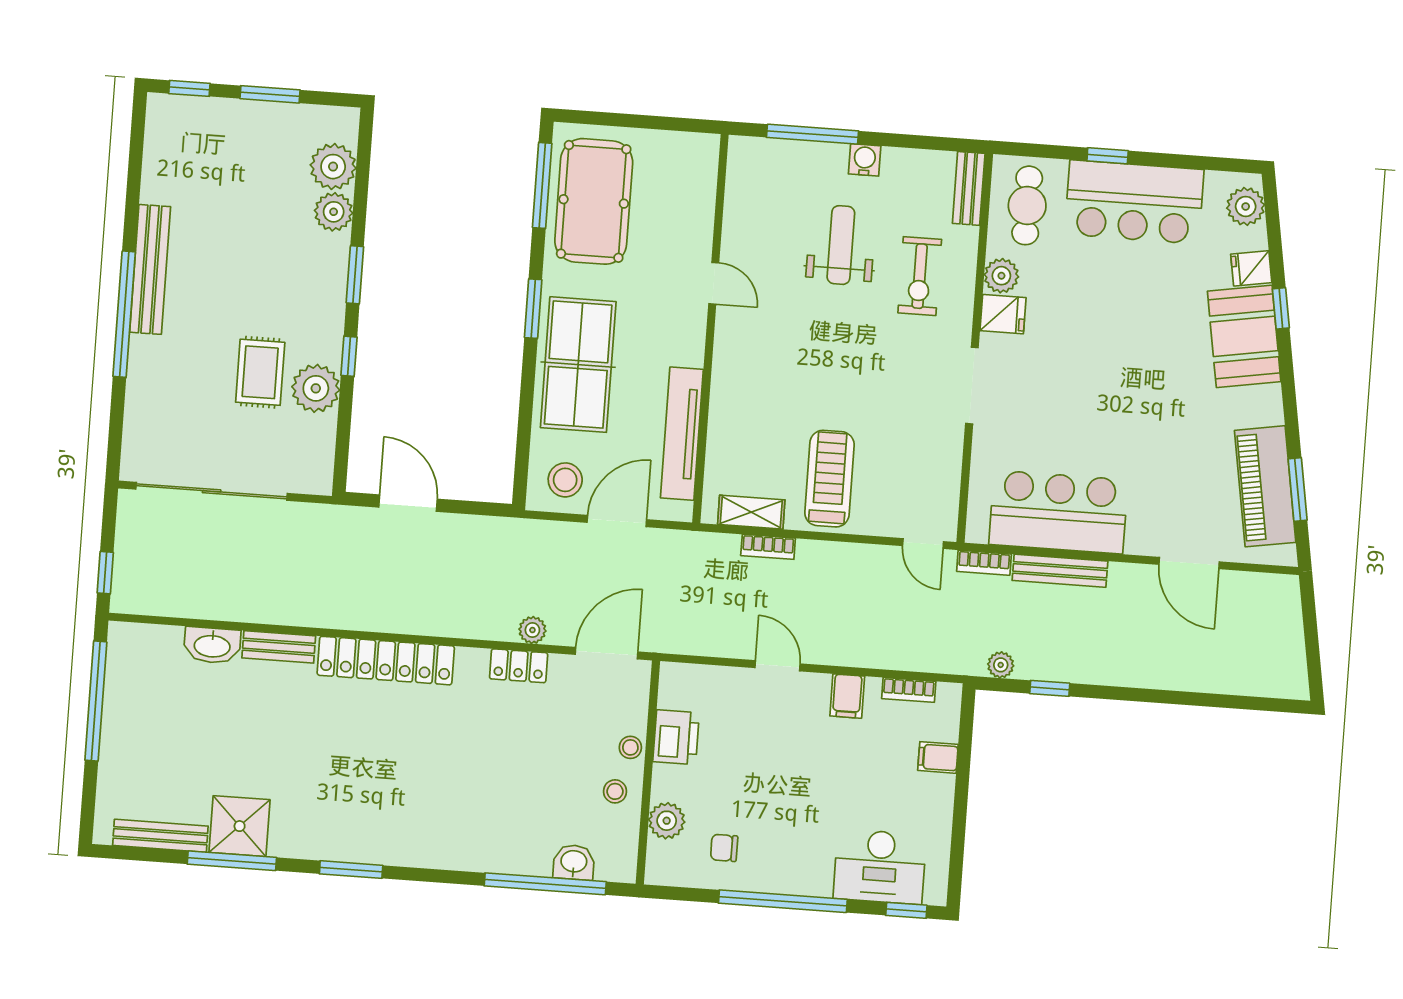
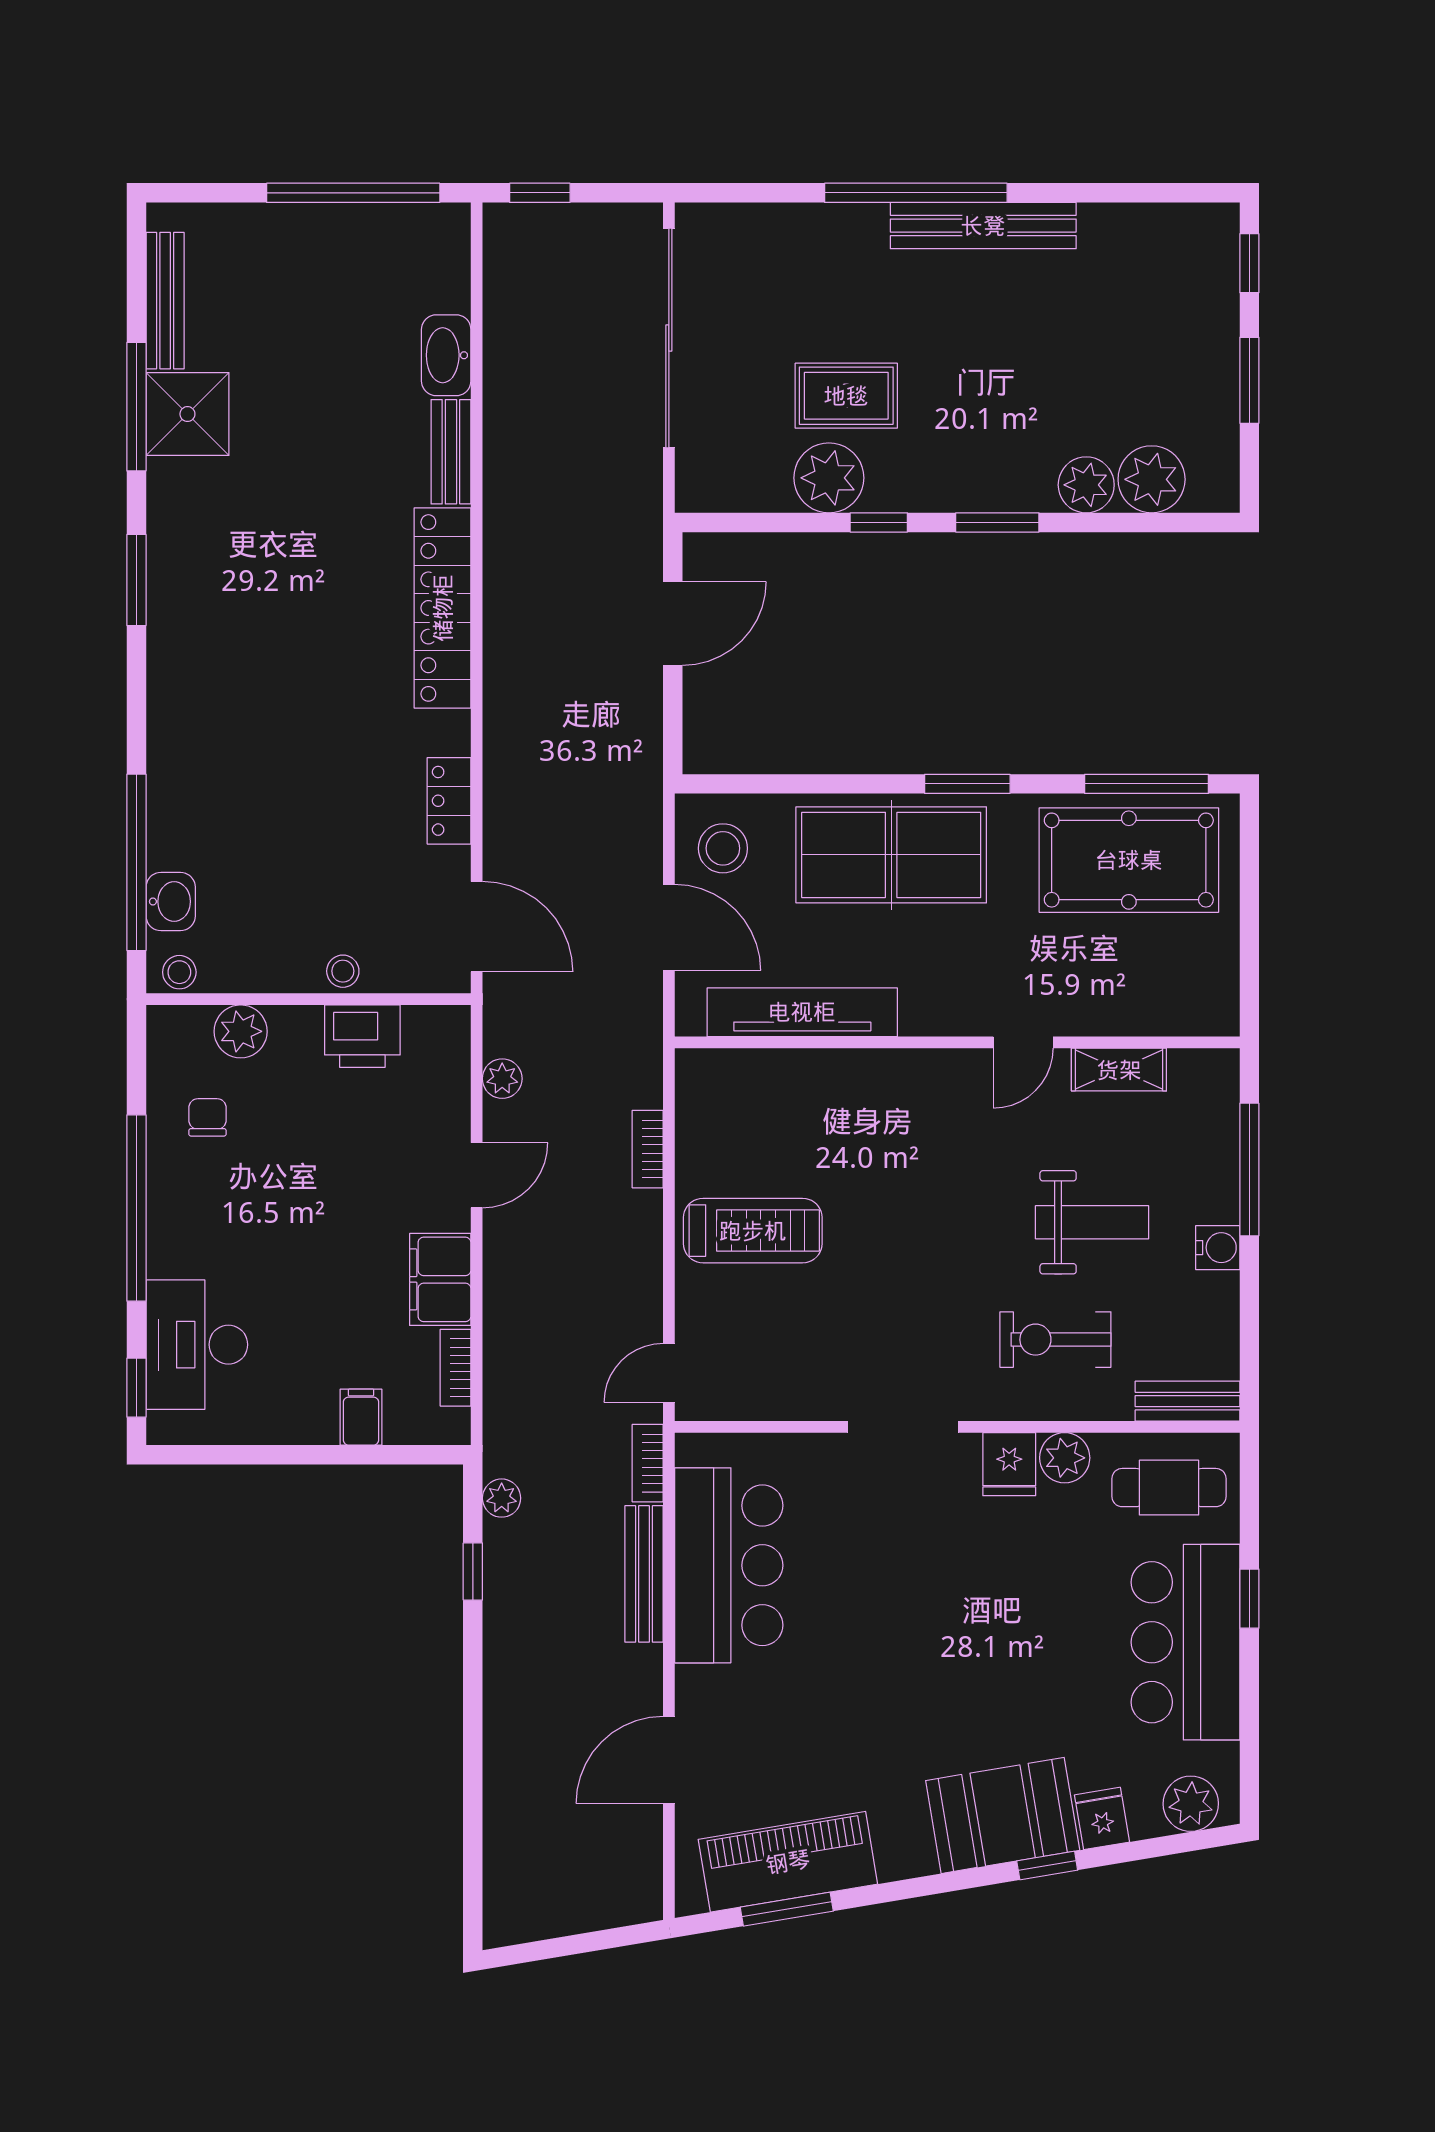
shelving: (751, 512) -> (1119, 1070), moved, turned 90
plant: (532, 630) -> (502, 1079), moved
filing cabinet: (847, 696) -> (440, 1279), width x2.00
stool: (615, 791) -> (179, 972), moved

